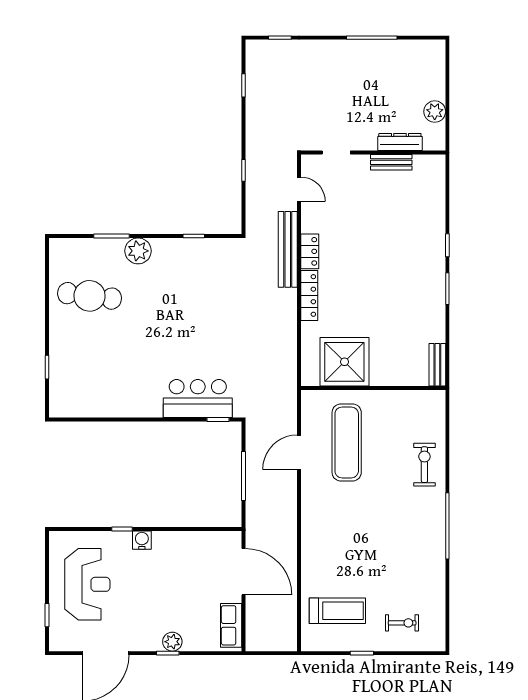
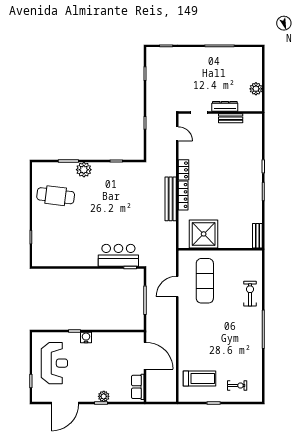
dresser: (400, 142) -> (225, 106), moved
bench: (288, 249) -> (171, 199), moved

